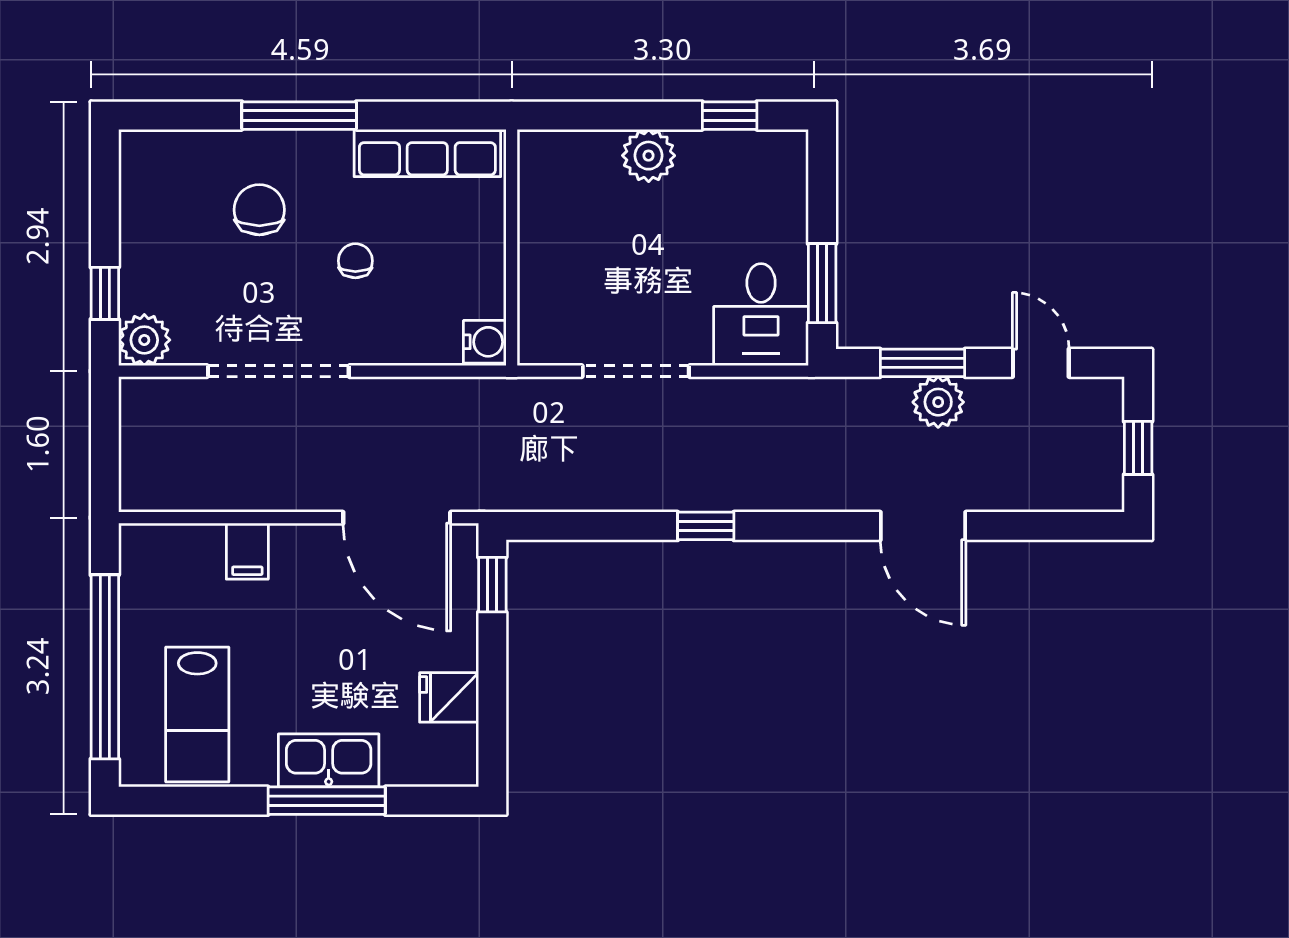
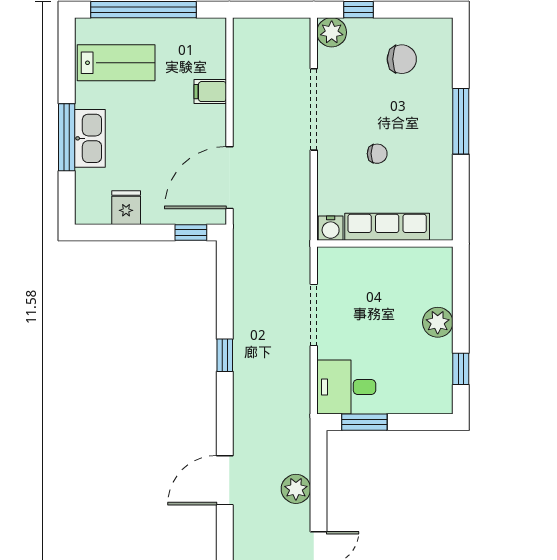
row of seats: (427, 153) -> (387, 227), moved, turned 90
chair: (259, 210) -> (402, 59), moved
window: (922, 363) -> (318, 480), removed
lab bench: (197, 715) -> (116, 63), turned 180

